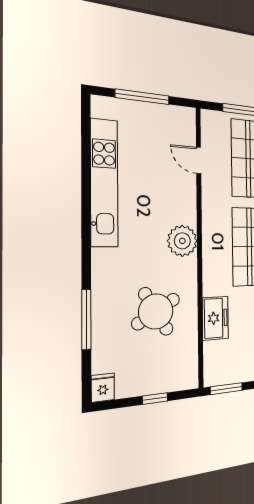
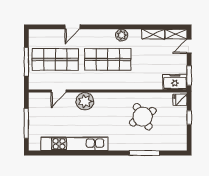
plant: (182, 241) -> (85, 101), moved
freezer: (215, 318) -> (175, 82), moved
fridge: (103, 388) -> (180, 100), moved

